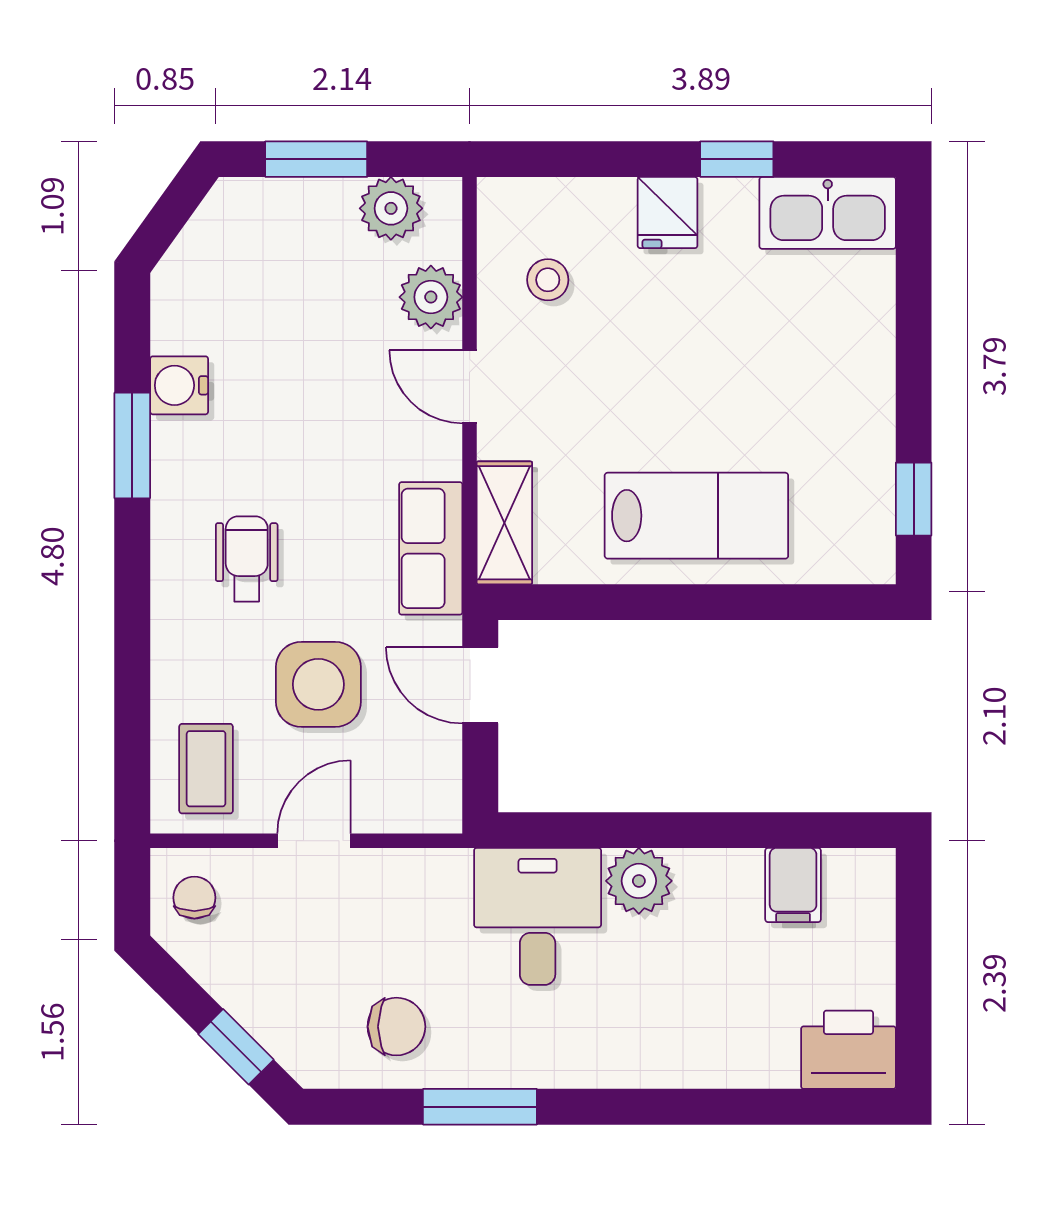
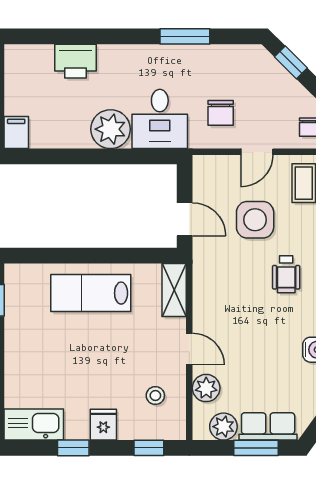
window: (563, 159) -> (149, 448), added
row of seats: (431, 548) -> (268, 426), moved, turned -90
plant: (639, 881) -> (111, 129), width x1.36, depth x1.36
filing cabinet: (793, 885) -> (16, 133), moved
chair: (396, 1027) -> (221, 113), moved, turned -90
printer: (848, 1050) -> (75, 61), moved

